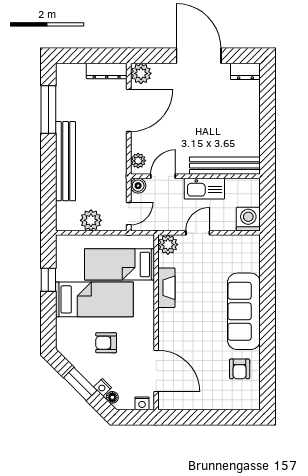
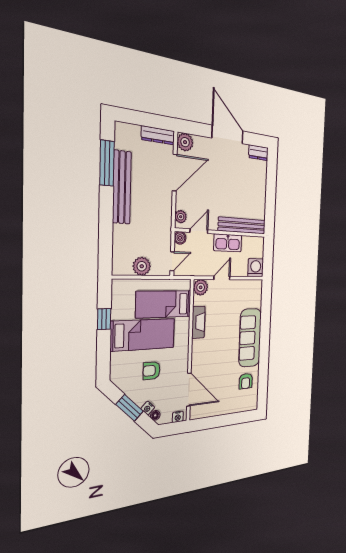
bench: (66, 161) -> (122, 187), moved

